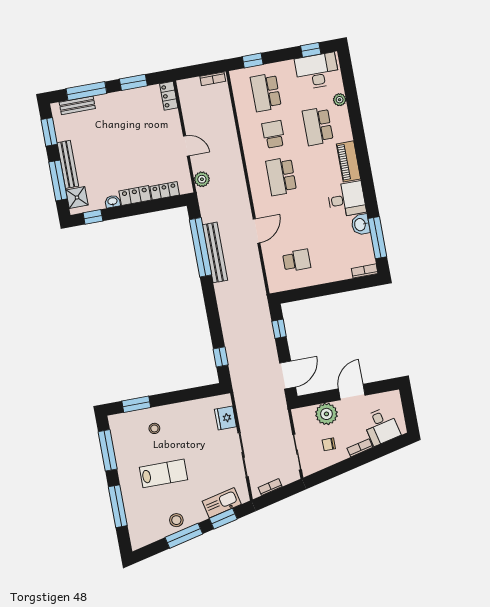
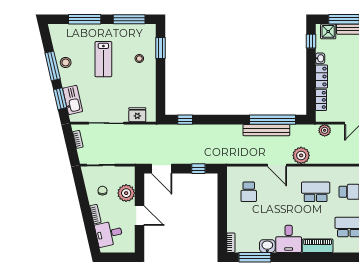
plant: (239, 203) -> (301, 155), added

